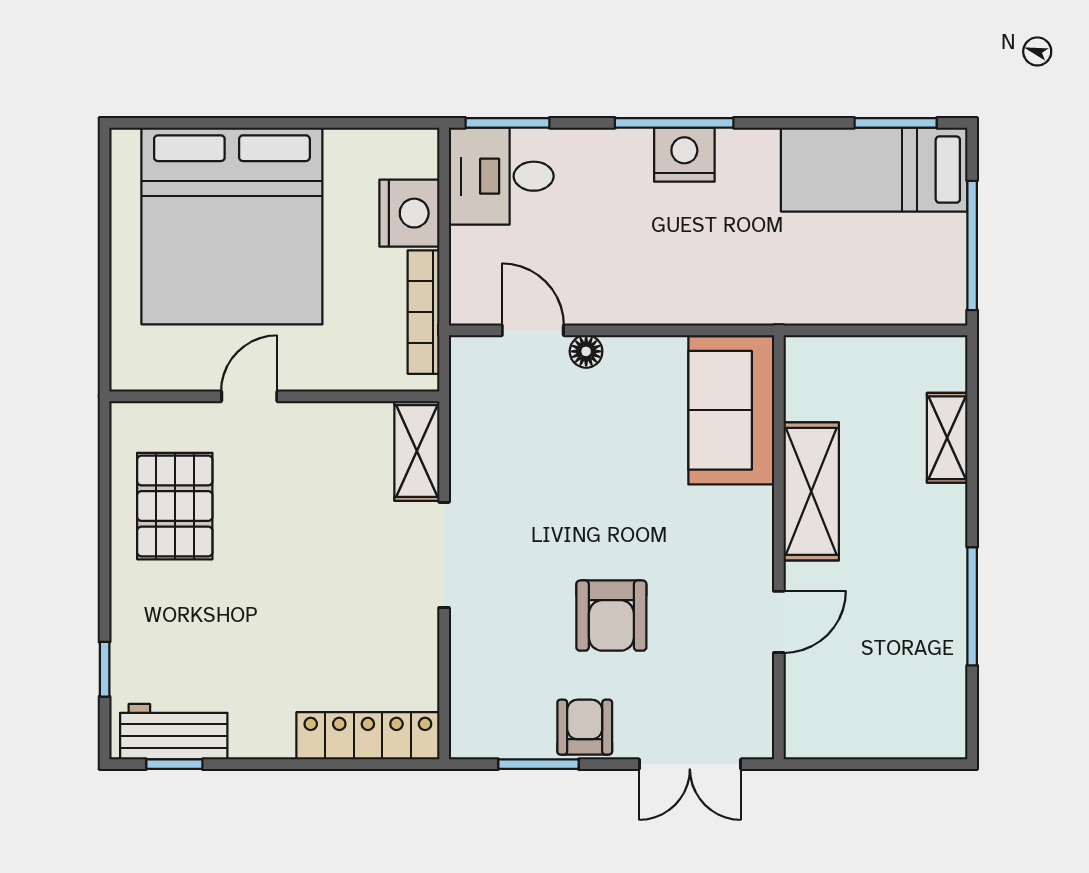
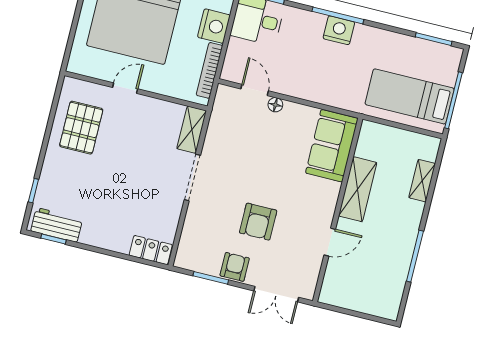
bed: (874, 170) -> (410, 96), moved
locker: (368, 736) -> (151, 250), width x0.66

